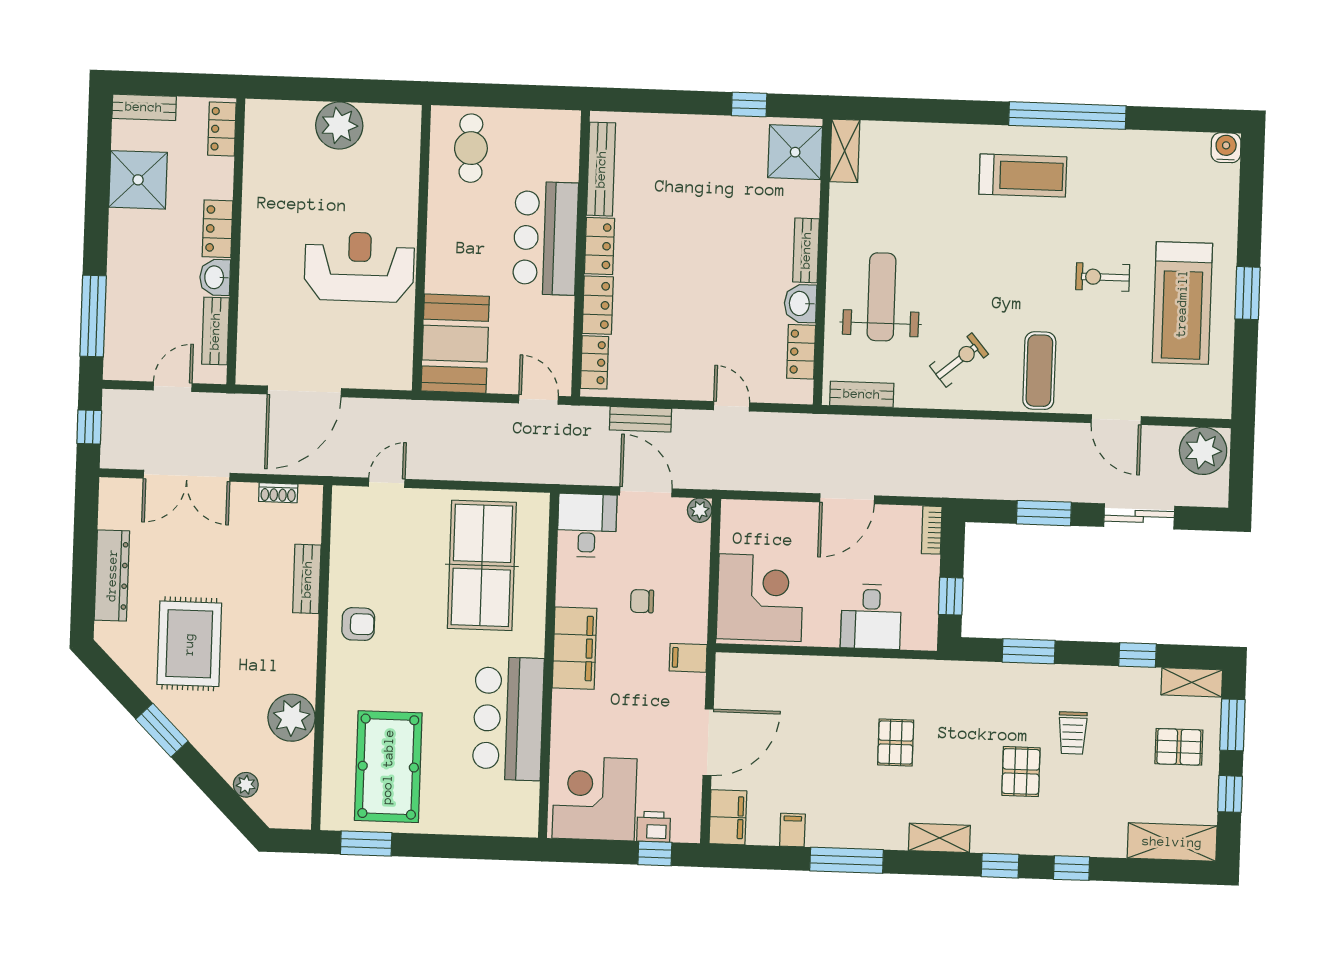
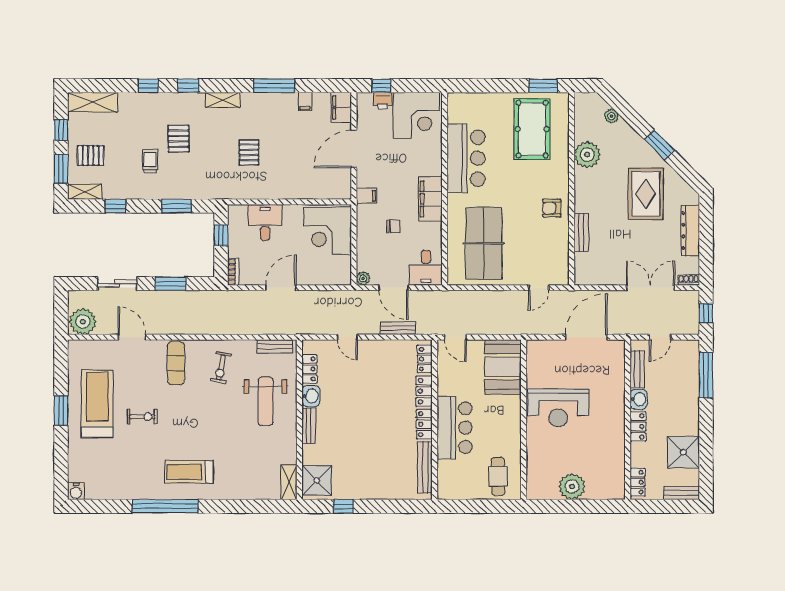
exercise bike: (959, 360) -> (221, 367), turned -39
shoe rack: (278, 493) -> (689, 280), moved

